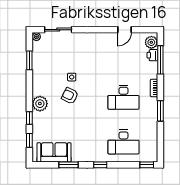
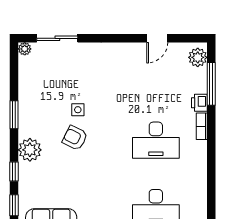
printer: (152, 55) -> (199, 103), moved
window: (29, 60) -> (14, 115), moved
window: (160, 111) -> (211, 161), removed

